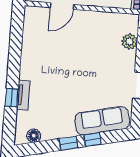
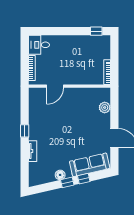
window: (12, 97) -> (25, 131), moved
floor lamp: (34, 136) -> (60, 175), moved

